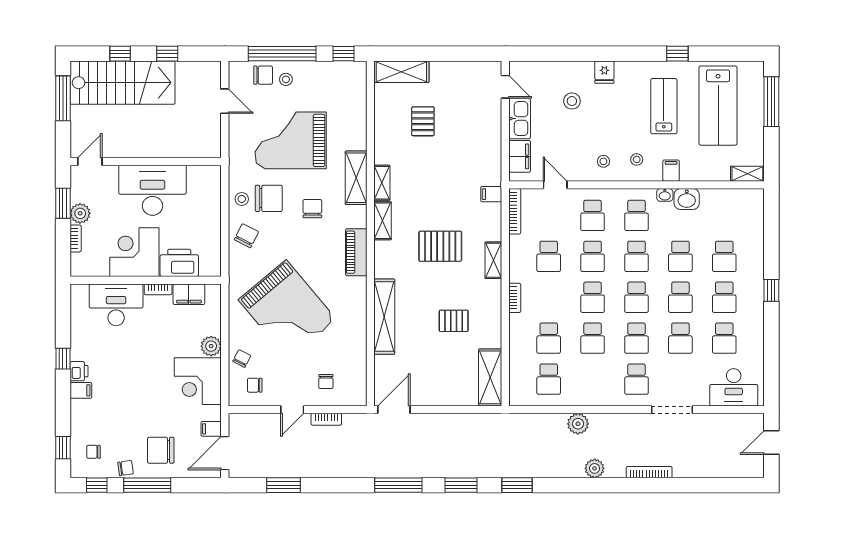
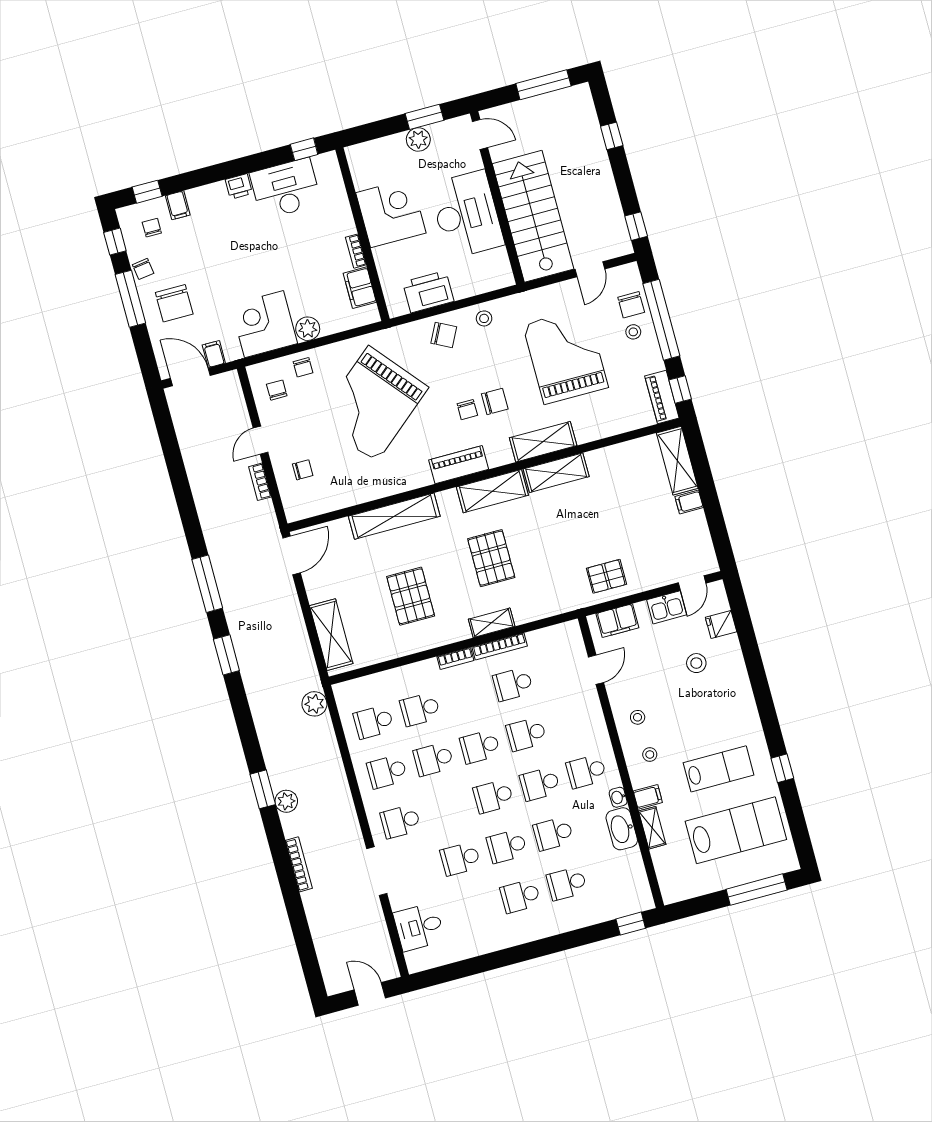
window: (167, 54) -> (636, 226), moved
piano: (346, 70) -> (662, 397), added
fridge: (604, 72) -> (721, 624), moved
stairs: (123, 83) -> (533, 216), moved, turned 180
lab bench: (718, 106) -> (736, 830), turned 180
kitchen sink: (520, 119) -> (667, 607), width x0.73
pallet: (423, 121) -> (606, 576), moved
shelving: (747, 174) -> (652, 828), moved
shelving: (382, 183) -> (556, 473), width x1.50, depth x1.33
filing cabinet: (491, 194) -> (689, 502), moved, turned -90
chair: (269, 198) -> (467, 410), moved, width x0.54, depth x0.54
washbasin: (687, 199) -> (622, 829), width x1.38
bookcase: (515, 211) -> (500, 646), moved
school desk: (593, 215) -> (573, 722), removed
shelving: (383, 221) -> (492, 491), width x1.50, depth x1.33
bookcase: (76, 238) -> (388, 142), removed
printer: (179, 263) -> (428, 292), moved, turned -90
window: (771, 290) -> (631, 924), moved
desk: (116, 305) -> (286, 189), moved, turned -90
pallet: (454, 321) -> (411, 596), width x1.50, depth x1.42
school desk: (636, 338) -> (387, 772), moved
school desk: (724, 338) -> (474, 909), removed
chair: (242, 358) -> (303, 367), turned 63
window: (63, 359) -> (304, 149), moved
shelving: (490, 377) -> (331, 635), moved, turned 90
chair: (326, 381) -> (303, 470), turned 180
desk: (734, 387) -> (419, 927), width x0.73
filing cabinet: (81, 390) -> (178, 205), moved
door: (292, 410) -> (260, 440), hinge flipped
door: (394, 410) -> (292, 555), hinge flipped
plant: (578, 424) -> (314, 704), moved
chair: (161, 450) -> (174, 303), turned 180
window: (284, 485) -> (172, 453), removed
window: (517, 485) -> (263, 789), moved

